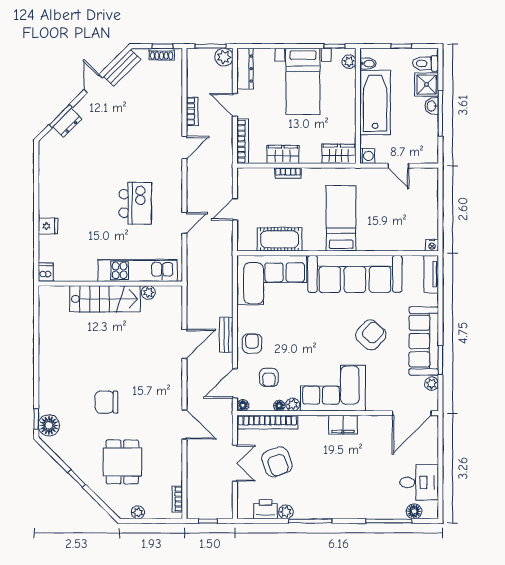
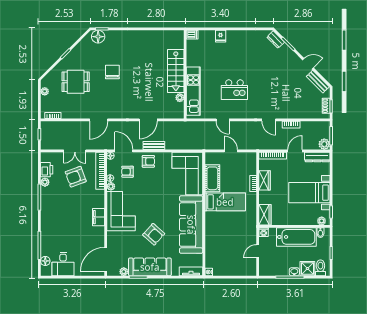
dresser: (67, 123) -> (276, 40), moved
bed: (341, 218) -> (225, 202), moved
door: (184, 344) -> (148, 120), hinge flipped
door: (412, 413) -> (106, 259), hinge flipped

